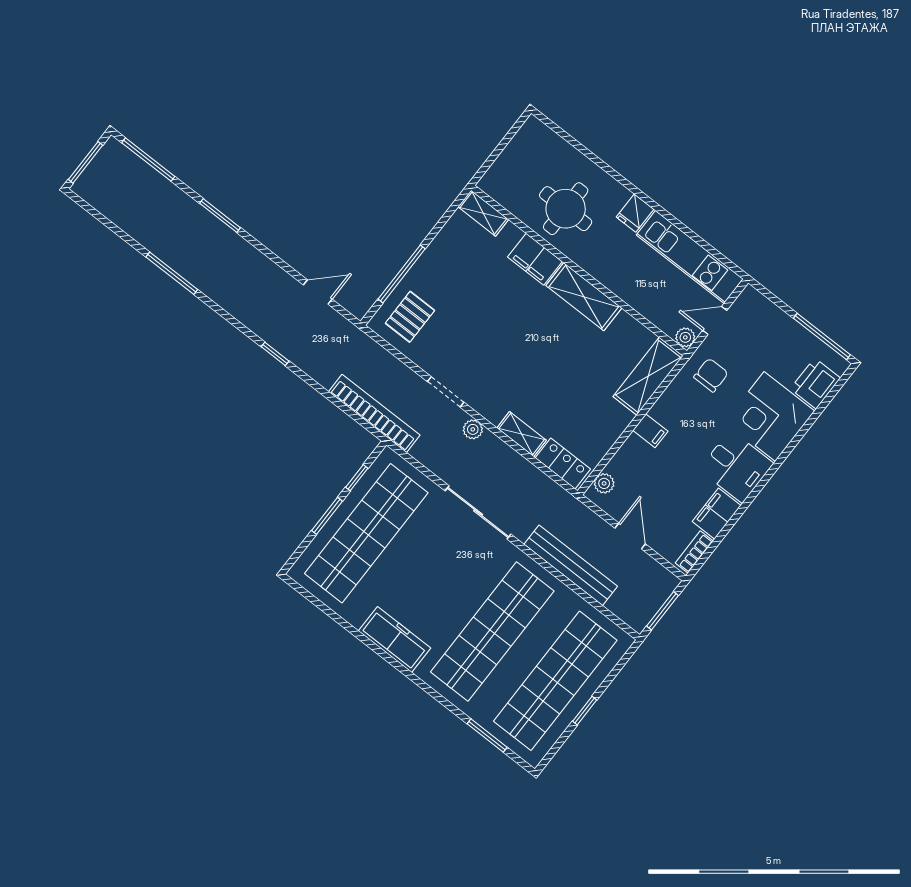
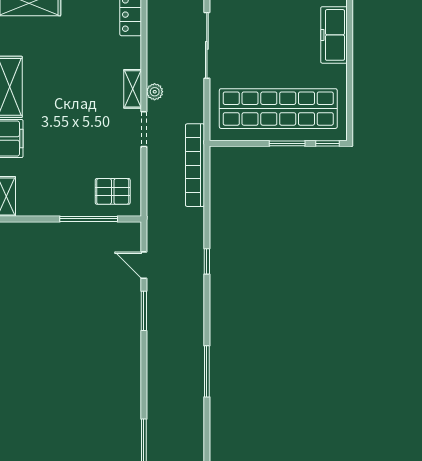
window: (220, 216) -> (144, 311), moved
shelving: (522, 434) -> (133, 89), moved
window: (357, 478) -> (328, 143), moved

